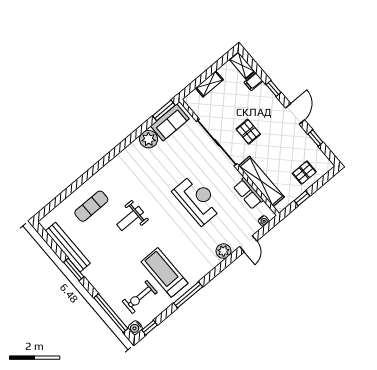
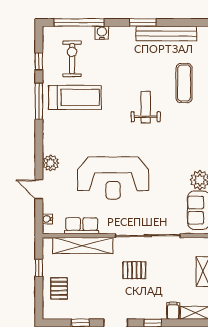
reception desk: (197, 200) -> (113, 178), width x1.36, depth x1.30
water cooler: (135, 328) -> (102, 33), moved
window: (150, 328) -> (39, 61), moved

